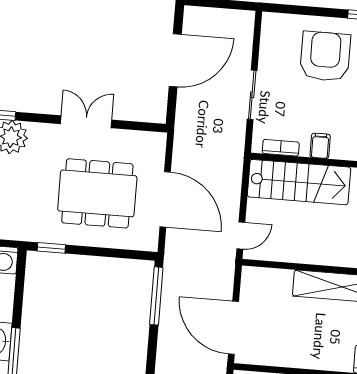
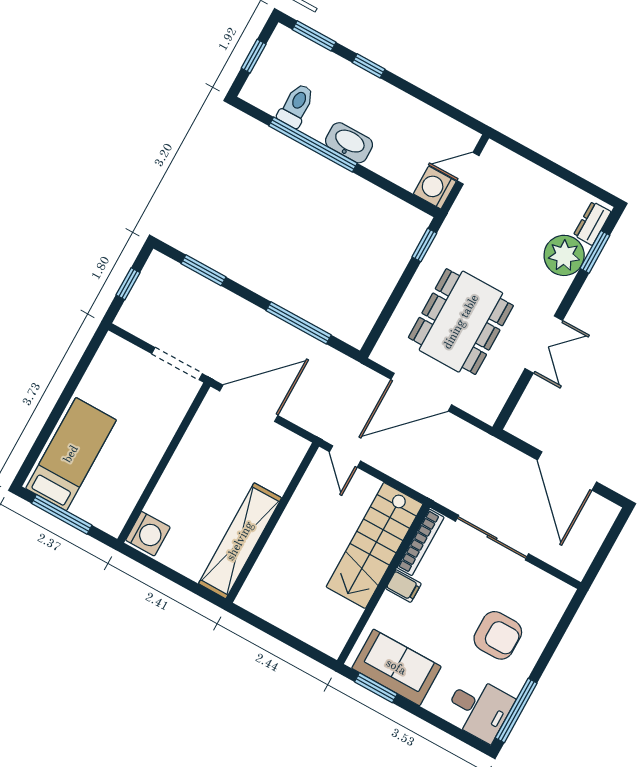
armchair: (325, 56) -> (498, 635), width x0.73, depth x0.73
sliding door: (252, 95) -> (492, 538), width x1.37
bookcase: (281, 148) -> (421, 542), width x1.56
window: (156, 296) -> (299, 323), moved

